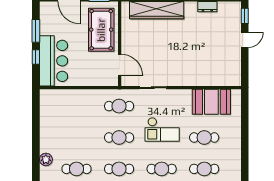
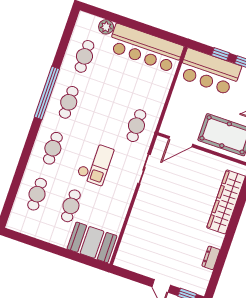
booth: (211, 102) -> (92, 242), moved, turned 90
bar counter: (52, 121) -> (146, 48), added
checkout: (162, 129) -> (95, 163), turned 180
cafe table: (119, 137) -> (103, 114), removed

